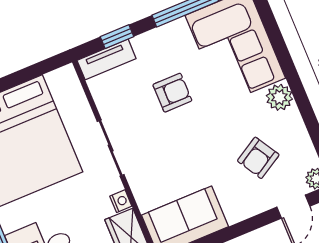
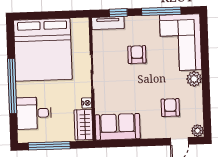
armchair: (172, 93) -> (137, 55), turned -90
armchair: (258, 158) -> (170, 108), turned 121

